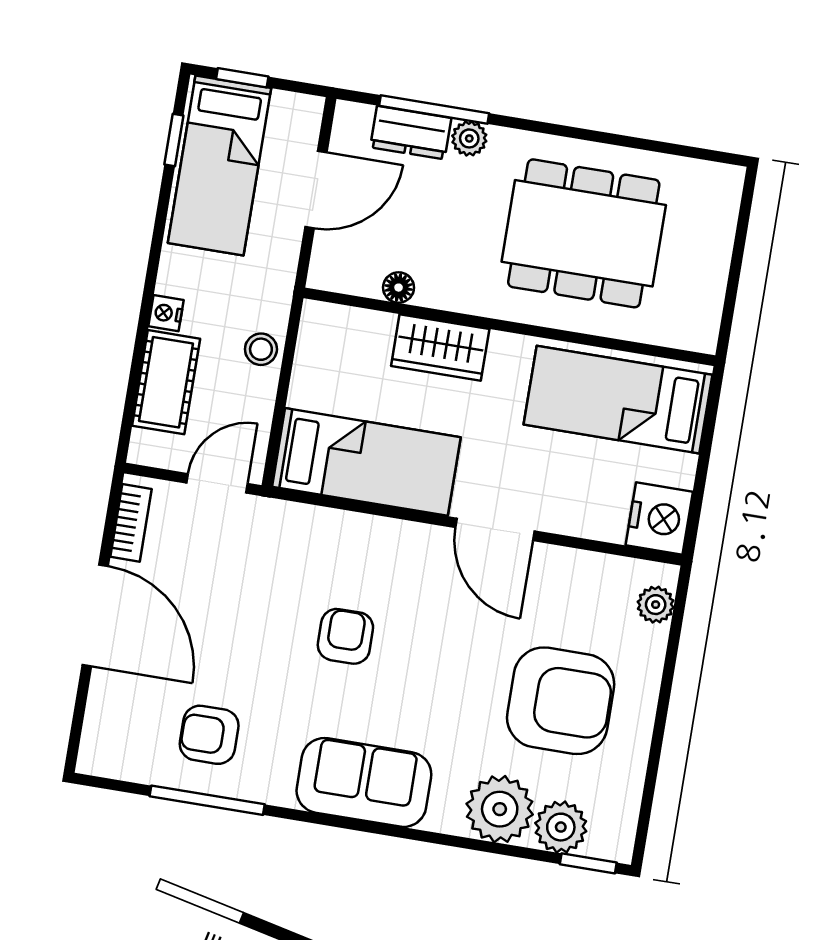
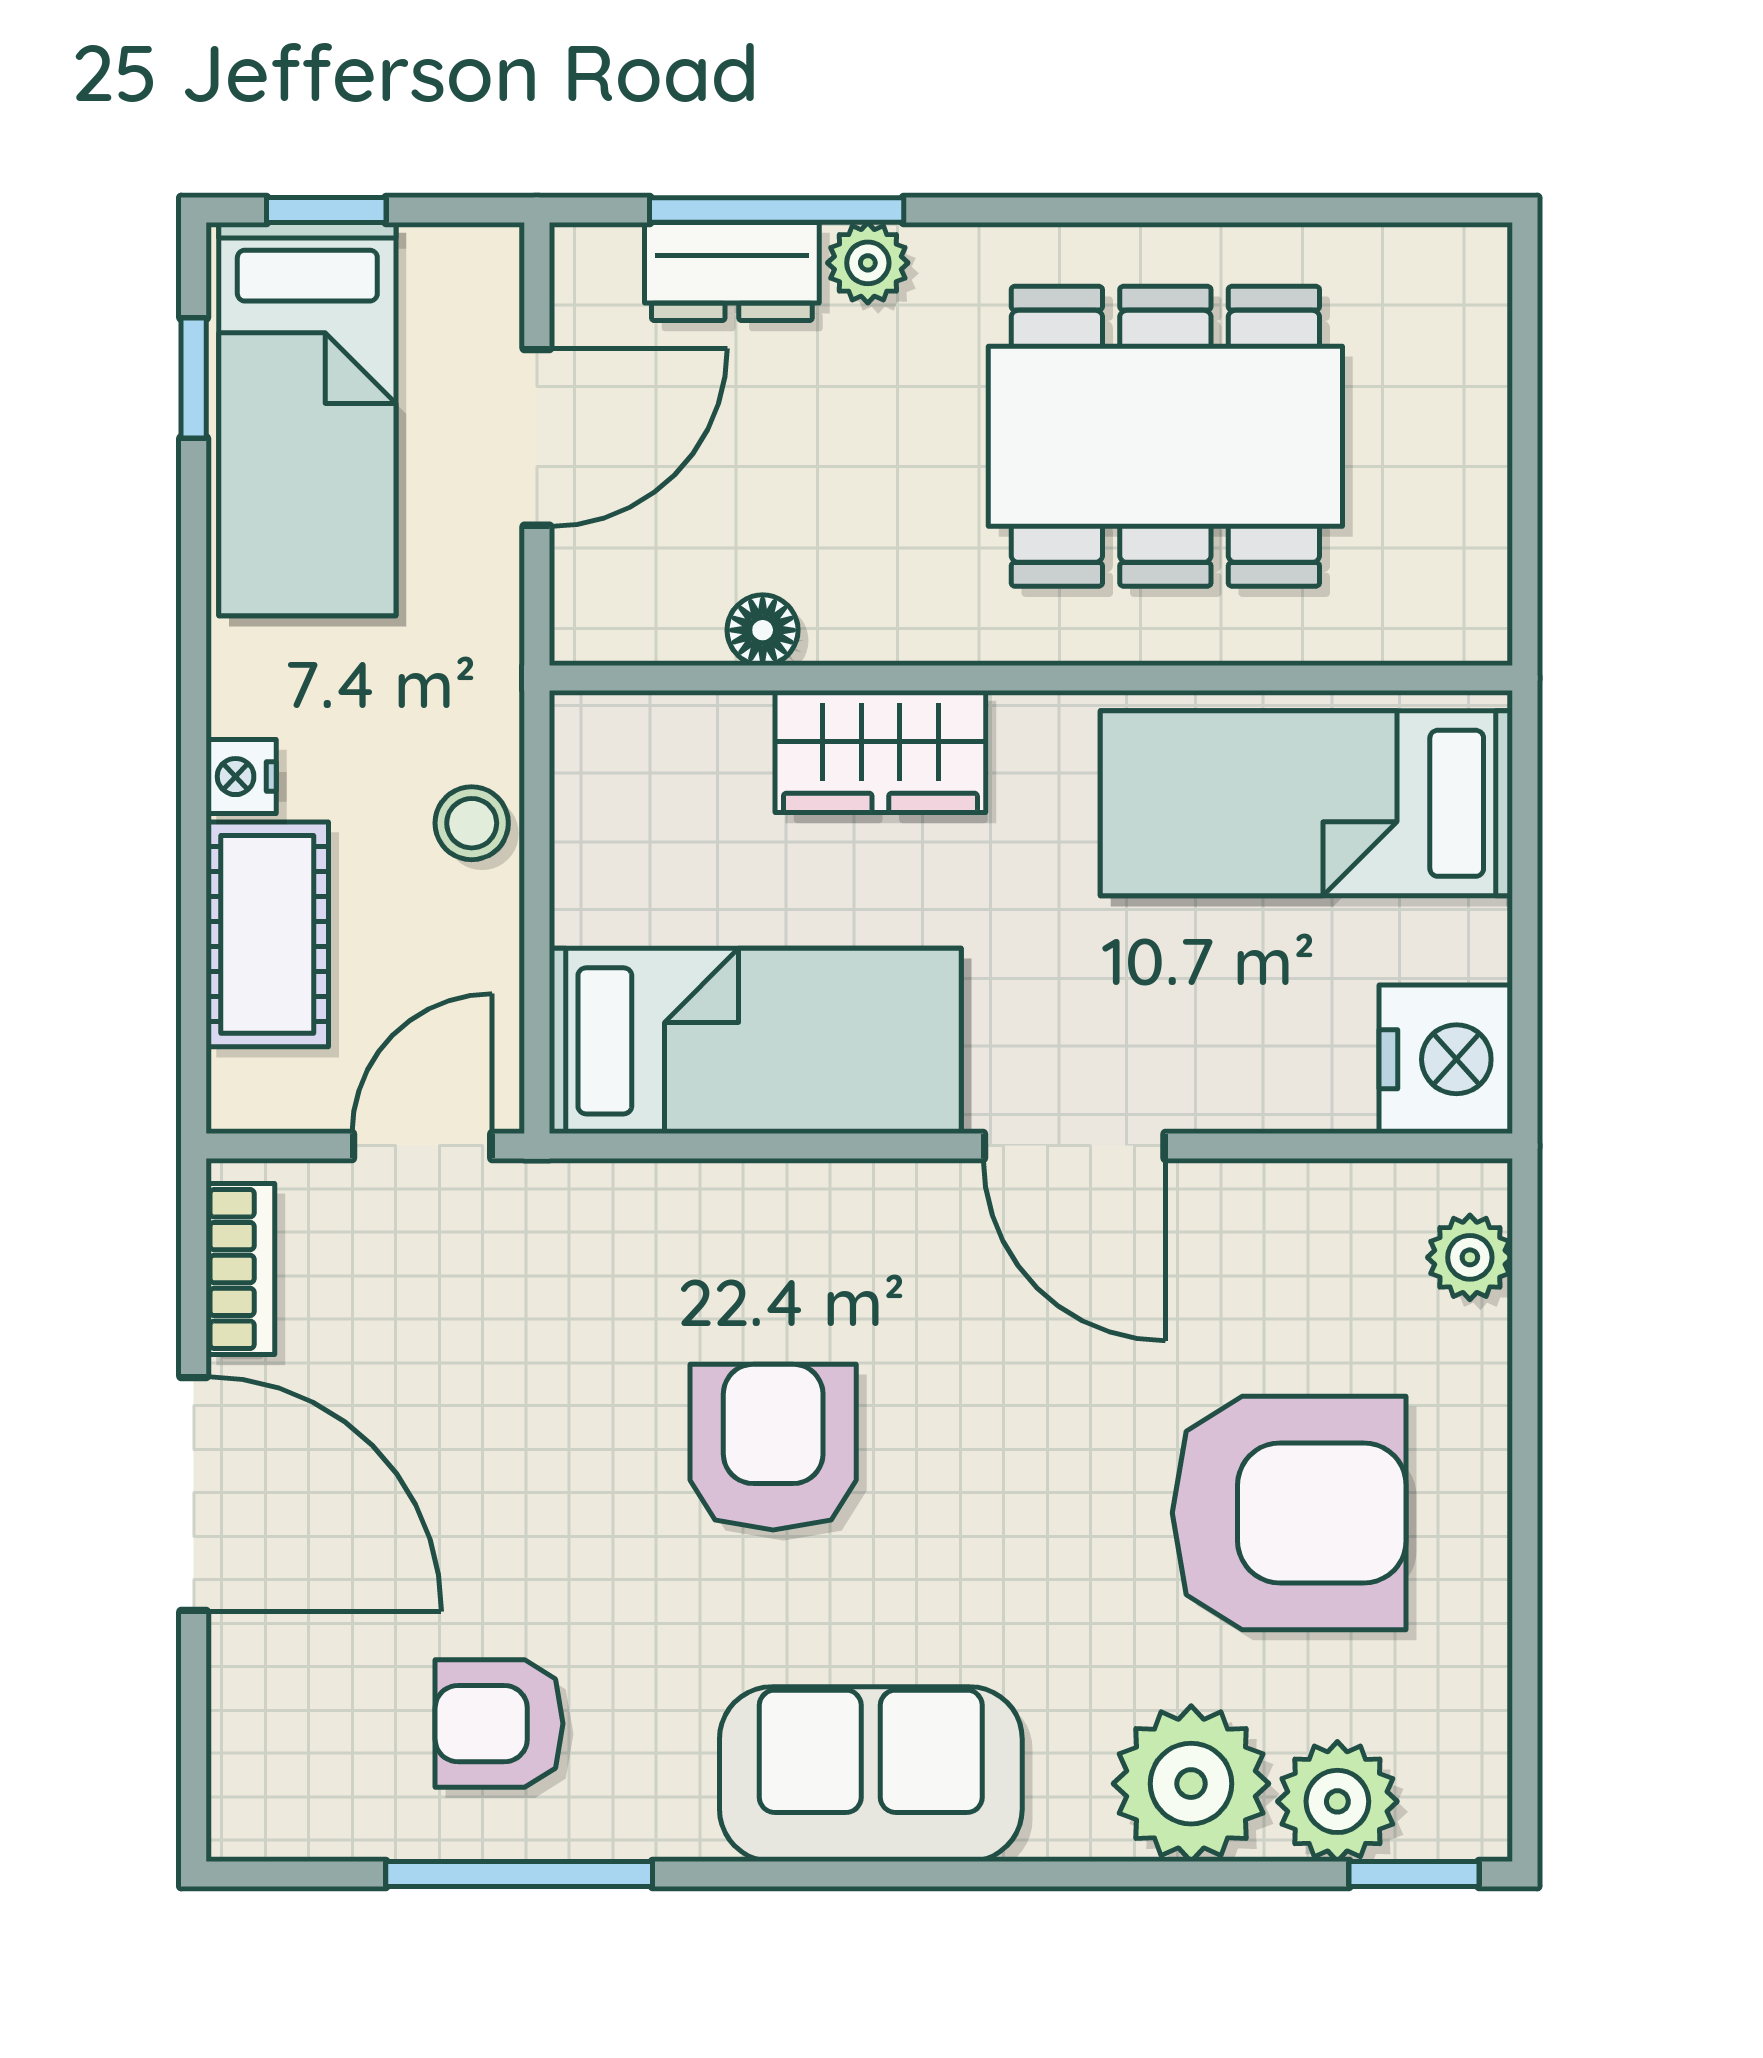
armchair: (345, 636) -> (773, 1447), width x1.38, depth x1.38

